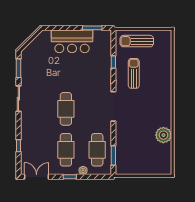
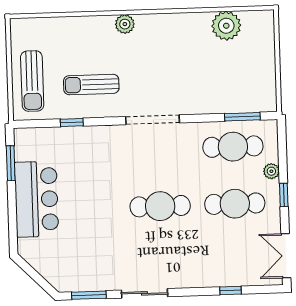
plant: (166, 93) -> (125, 24), added
plant: (163, 135) -> (226, 26), moved

